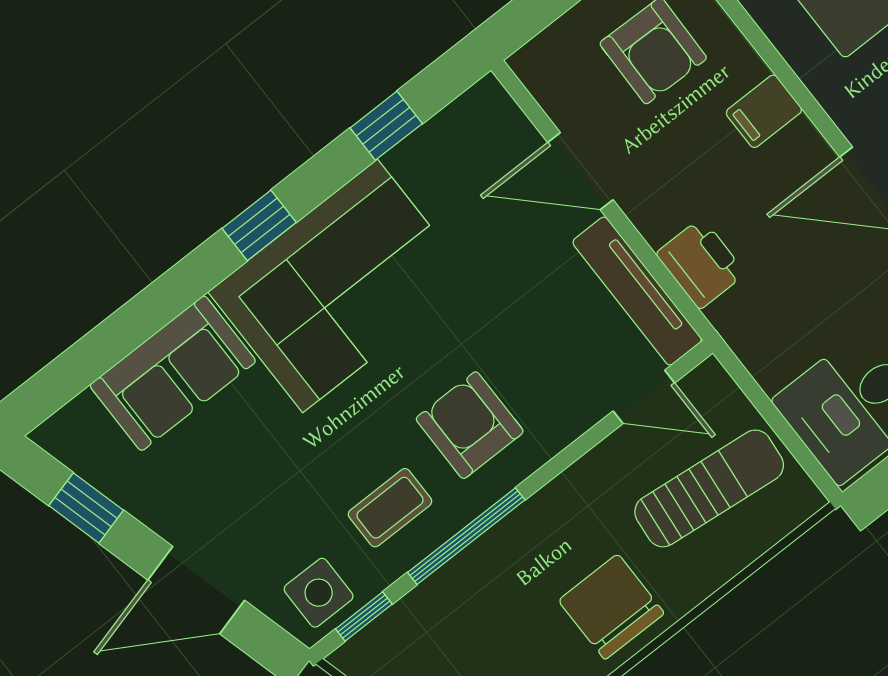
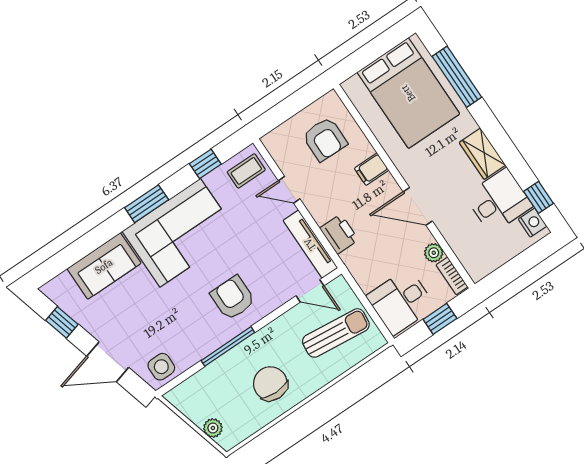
door: (580, 171) -> (289, 190), width x0.73
window: (259, 225) -> (147, 204), width x1.50
coffee table: (390, 508) -> (246, 171), moved
chair: (611, 607) -> (270, 384), moved
window: (364, 617) -> (180, 379), removed

